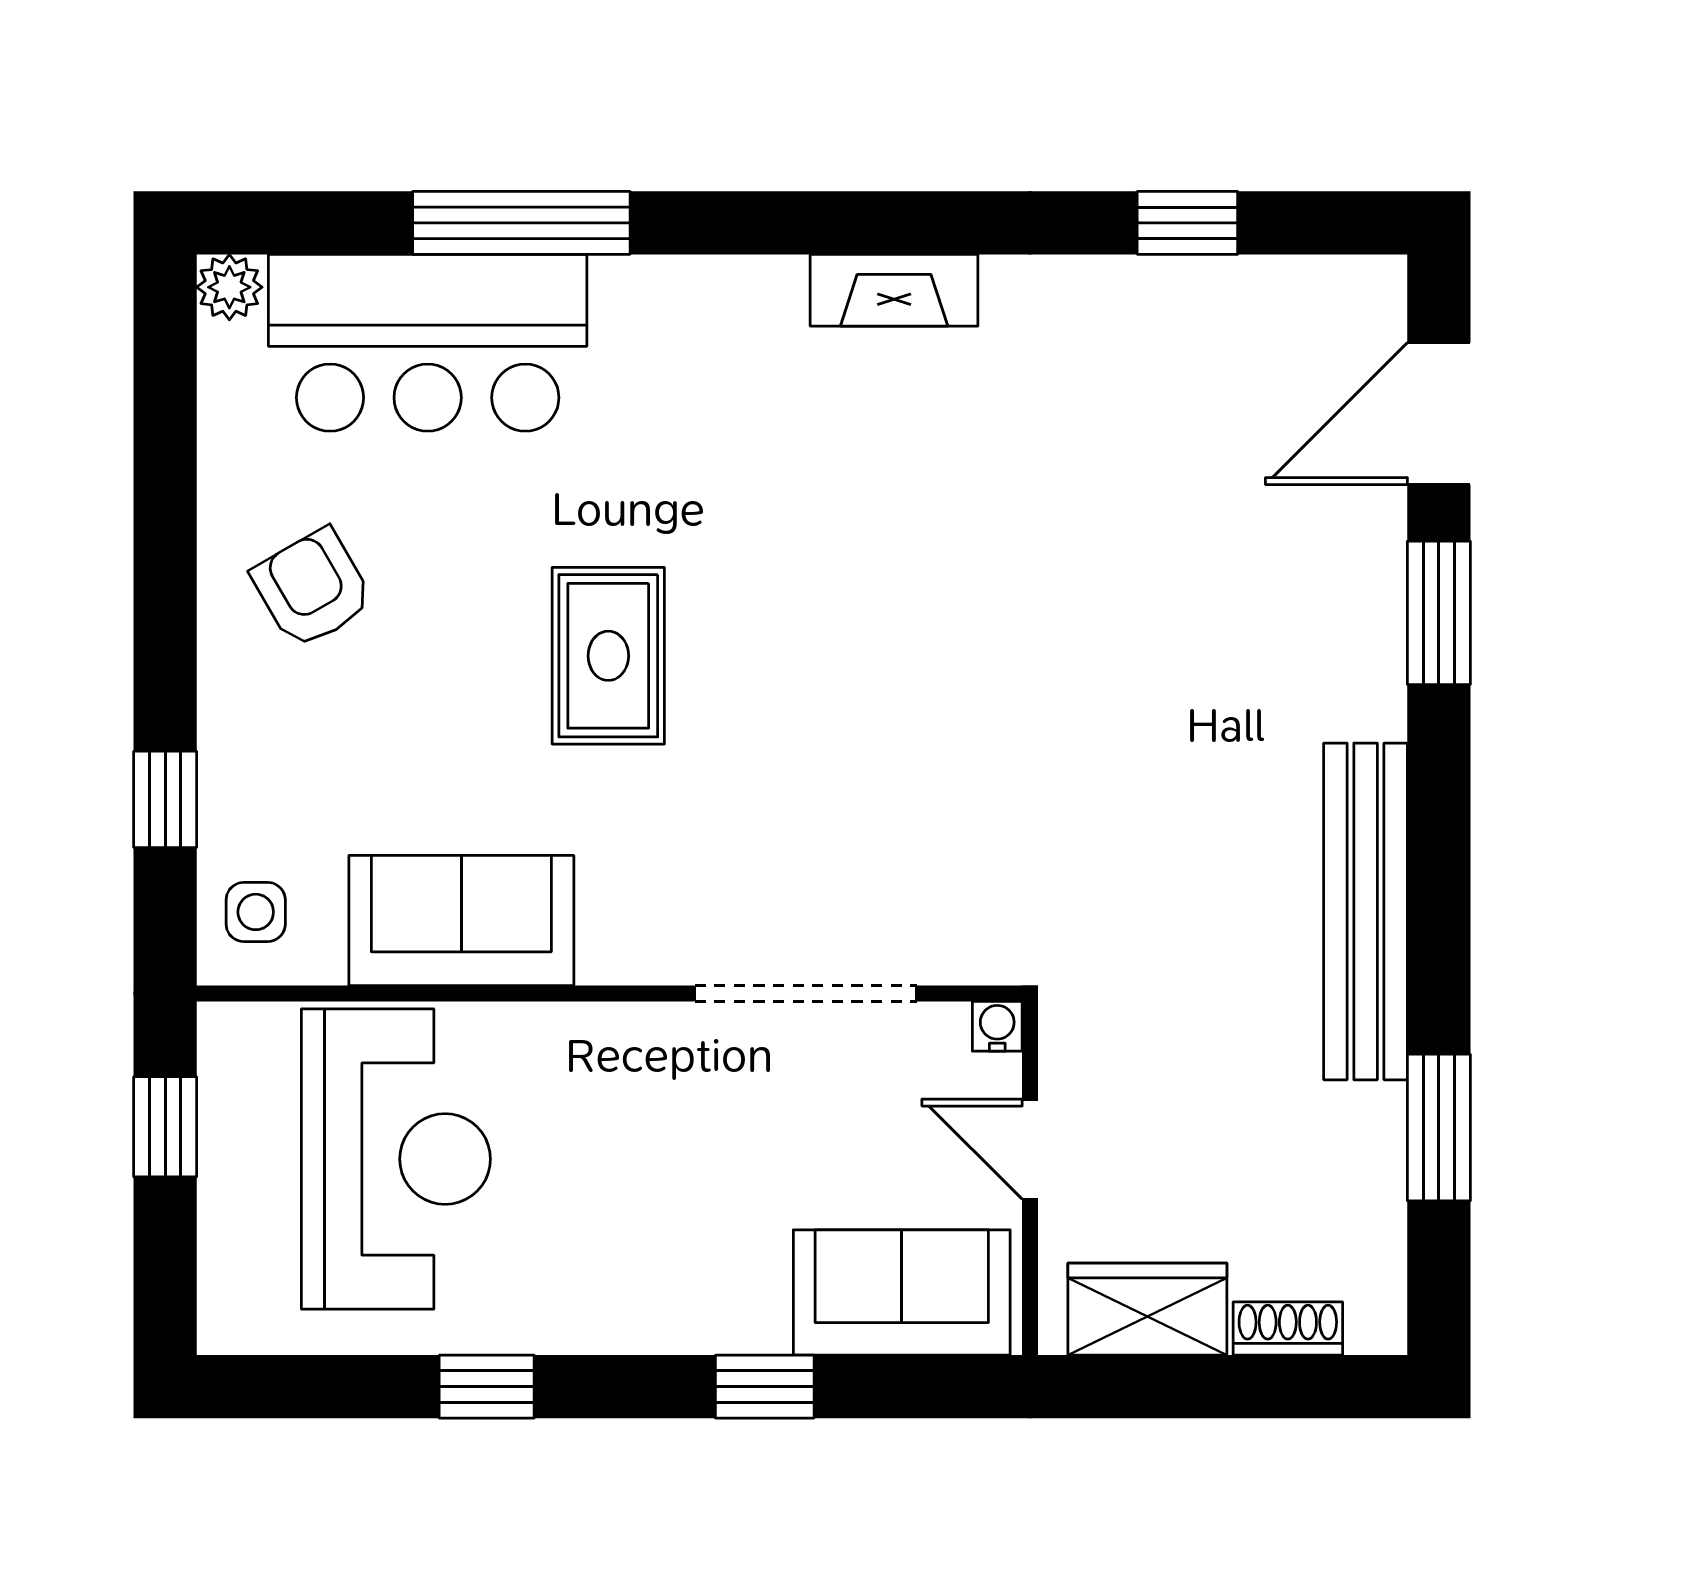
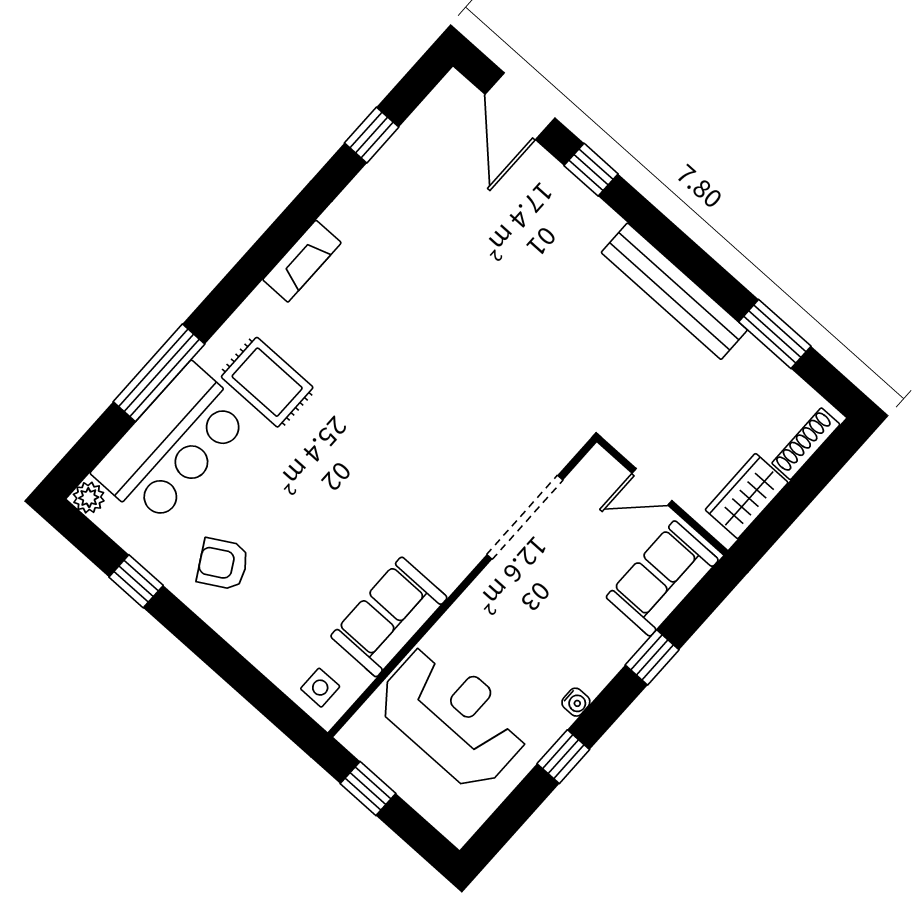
window: (1439, 613) -> (591, 170), width x0.67
rug: (608, 656) -> (267, 382), moved
window: (165, 799) -> (136, 581), moved
water cooler: (997, 1026) -> (576, 702), moved, turned 180
shoe rack: (1288, 1329) -> (806, 444), width x1.43

